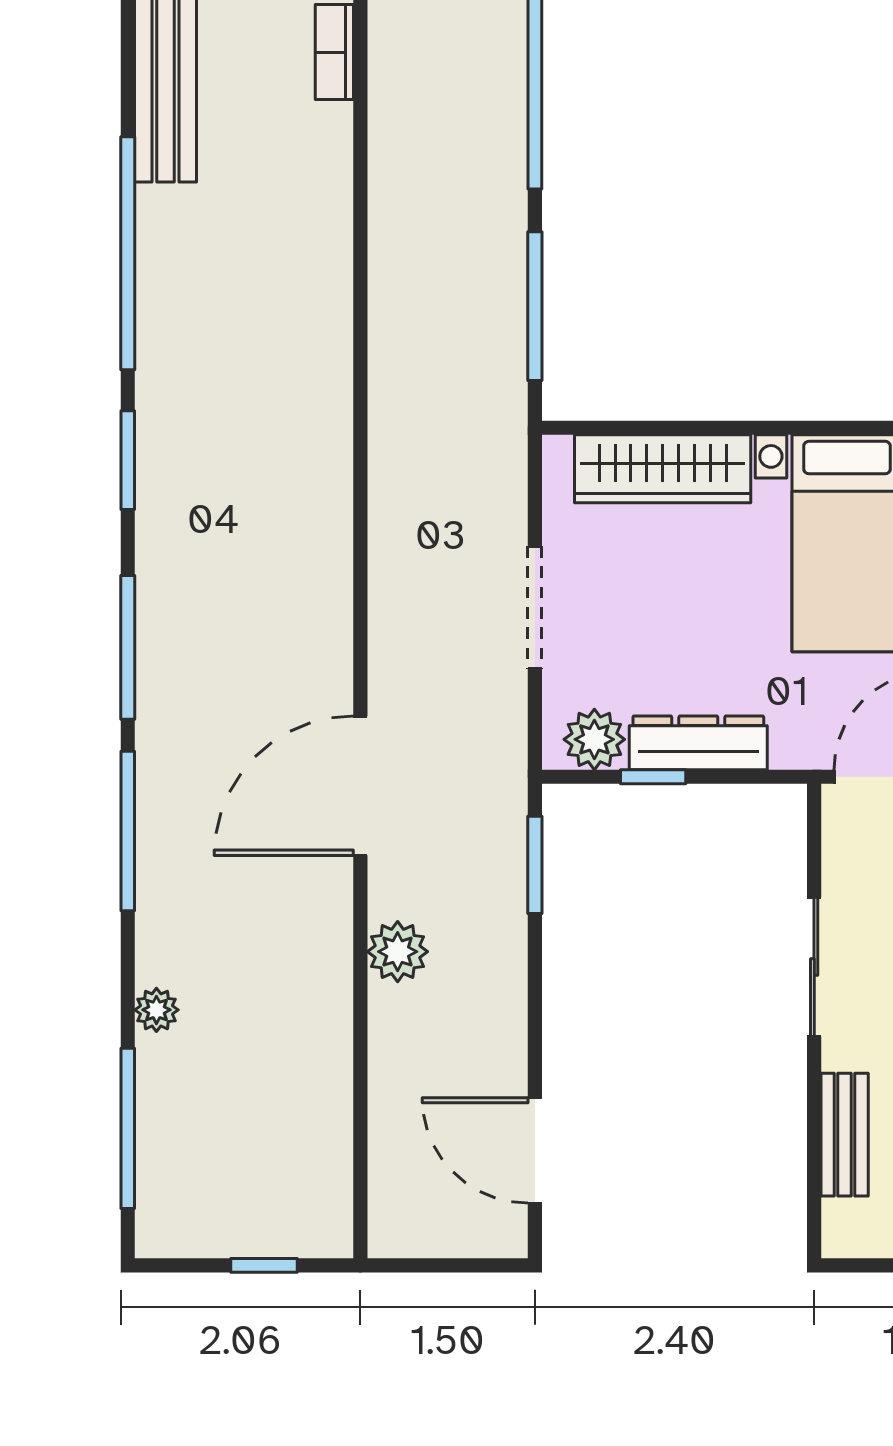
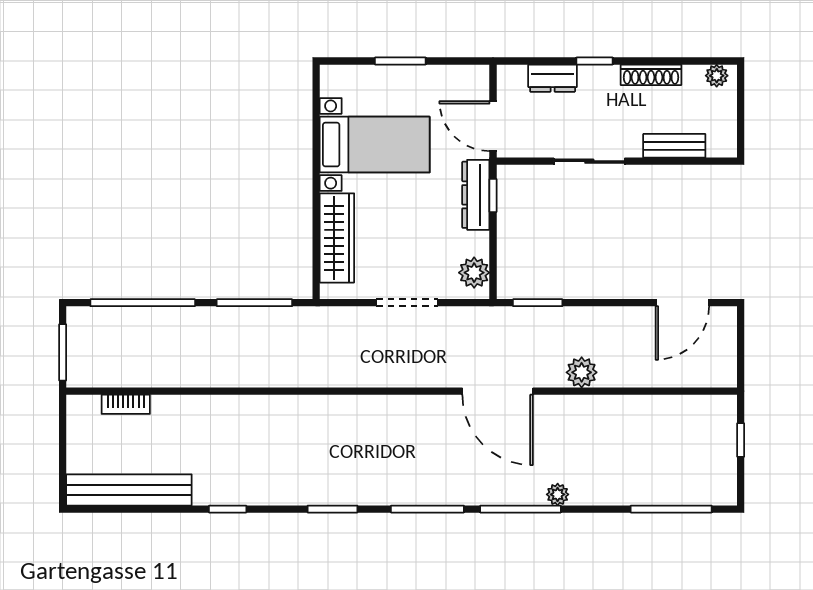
window: (128, 253) -> (228, 509), width x0.32
dresser: (698, 743) -> (476, 195), moved
window: (653, 777) -> (493, 196), moved
plant: (156, 1010) -> (558, 494), moved

